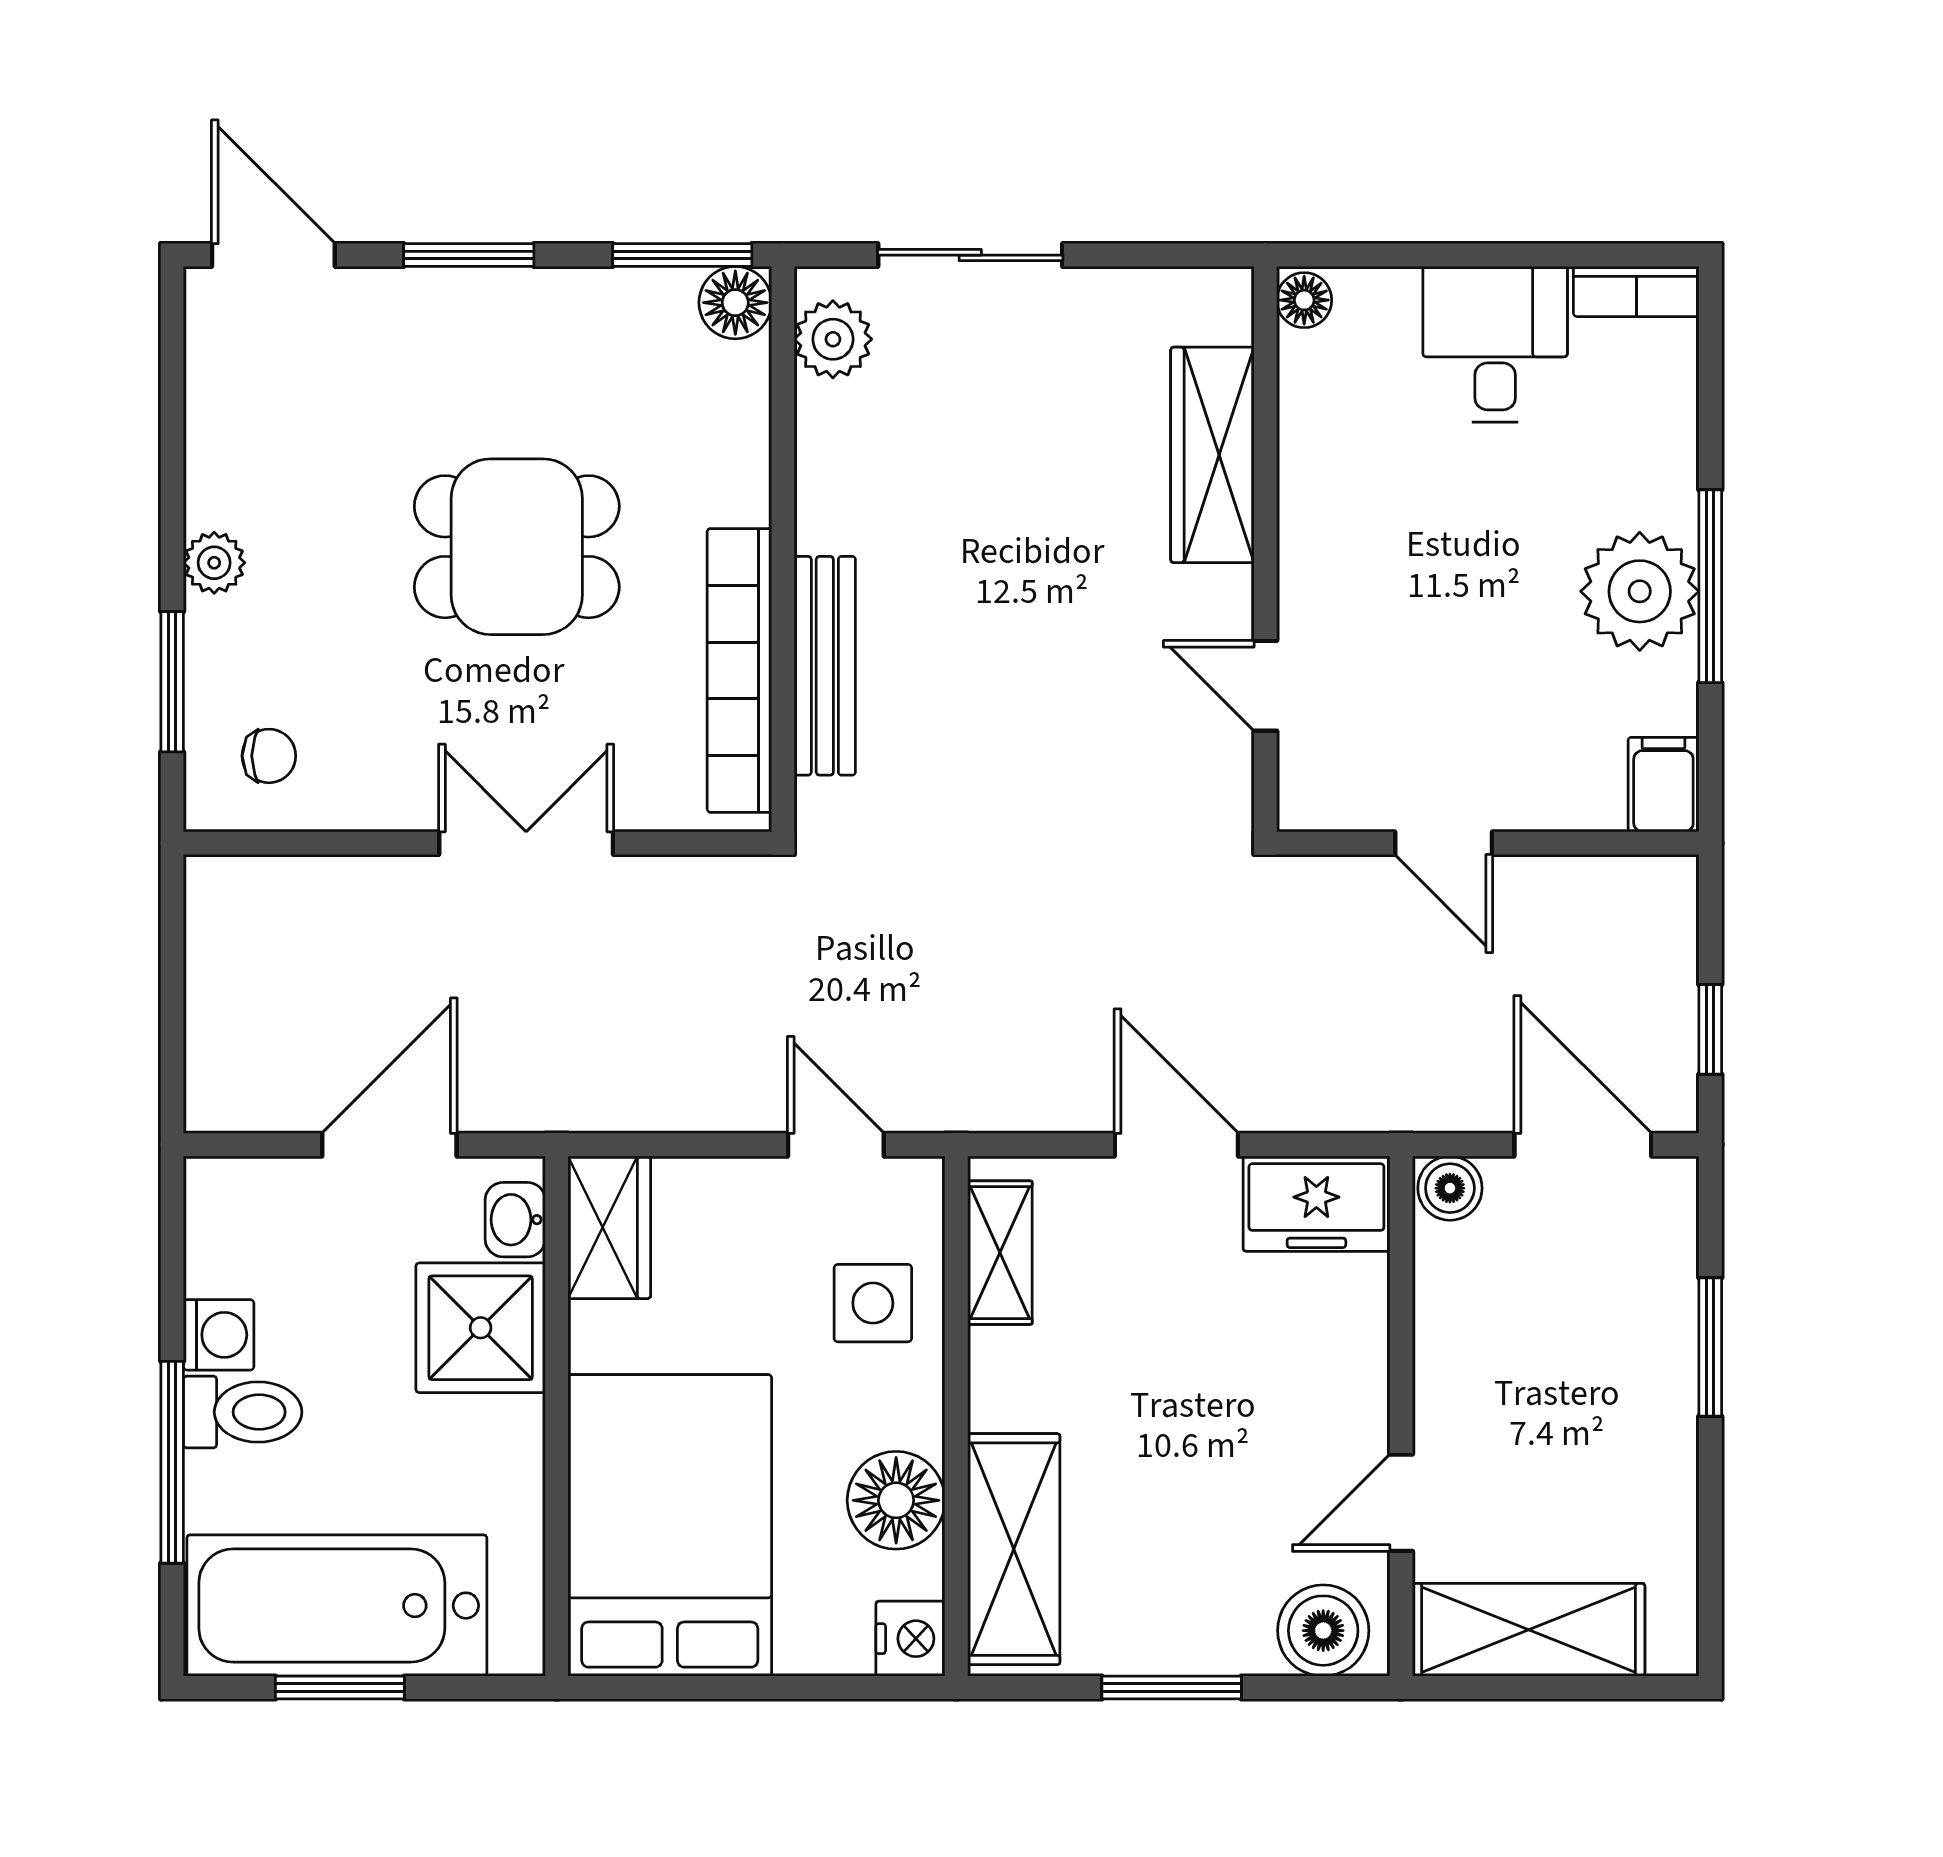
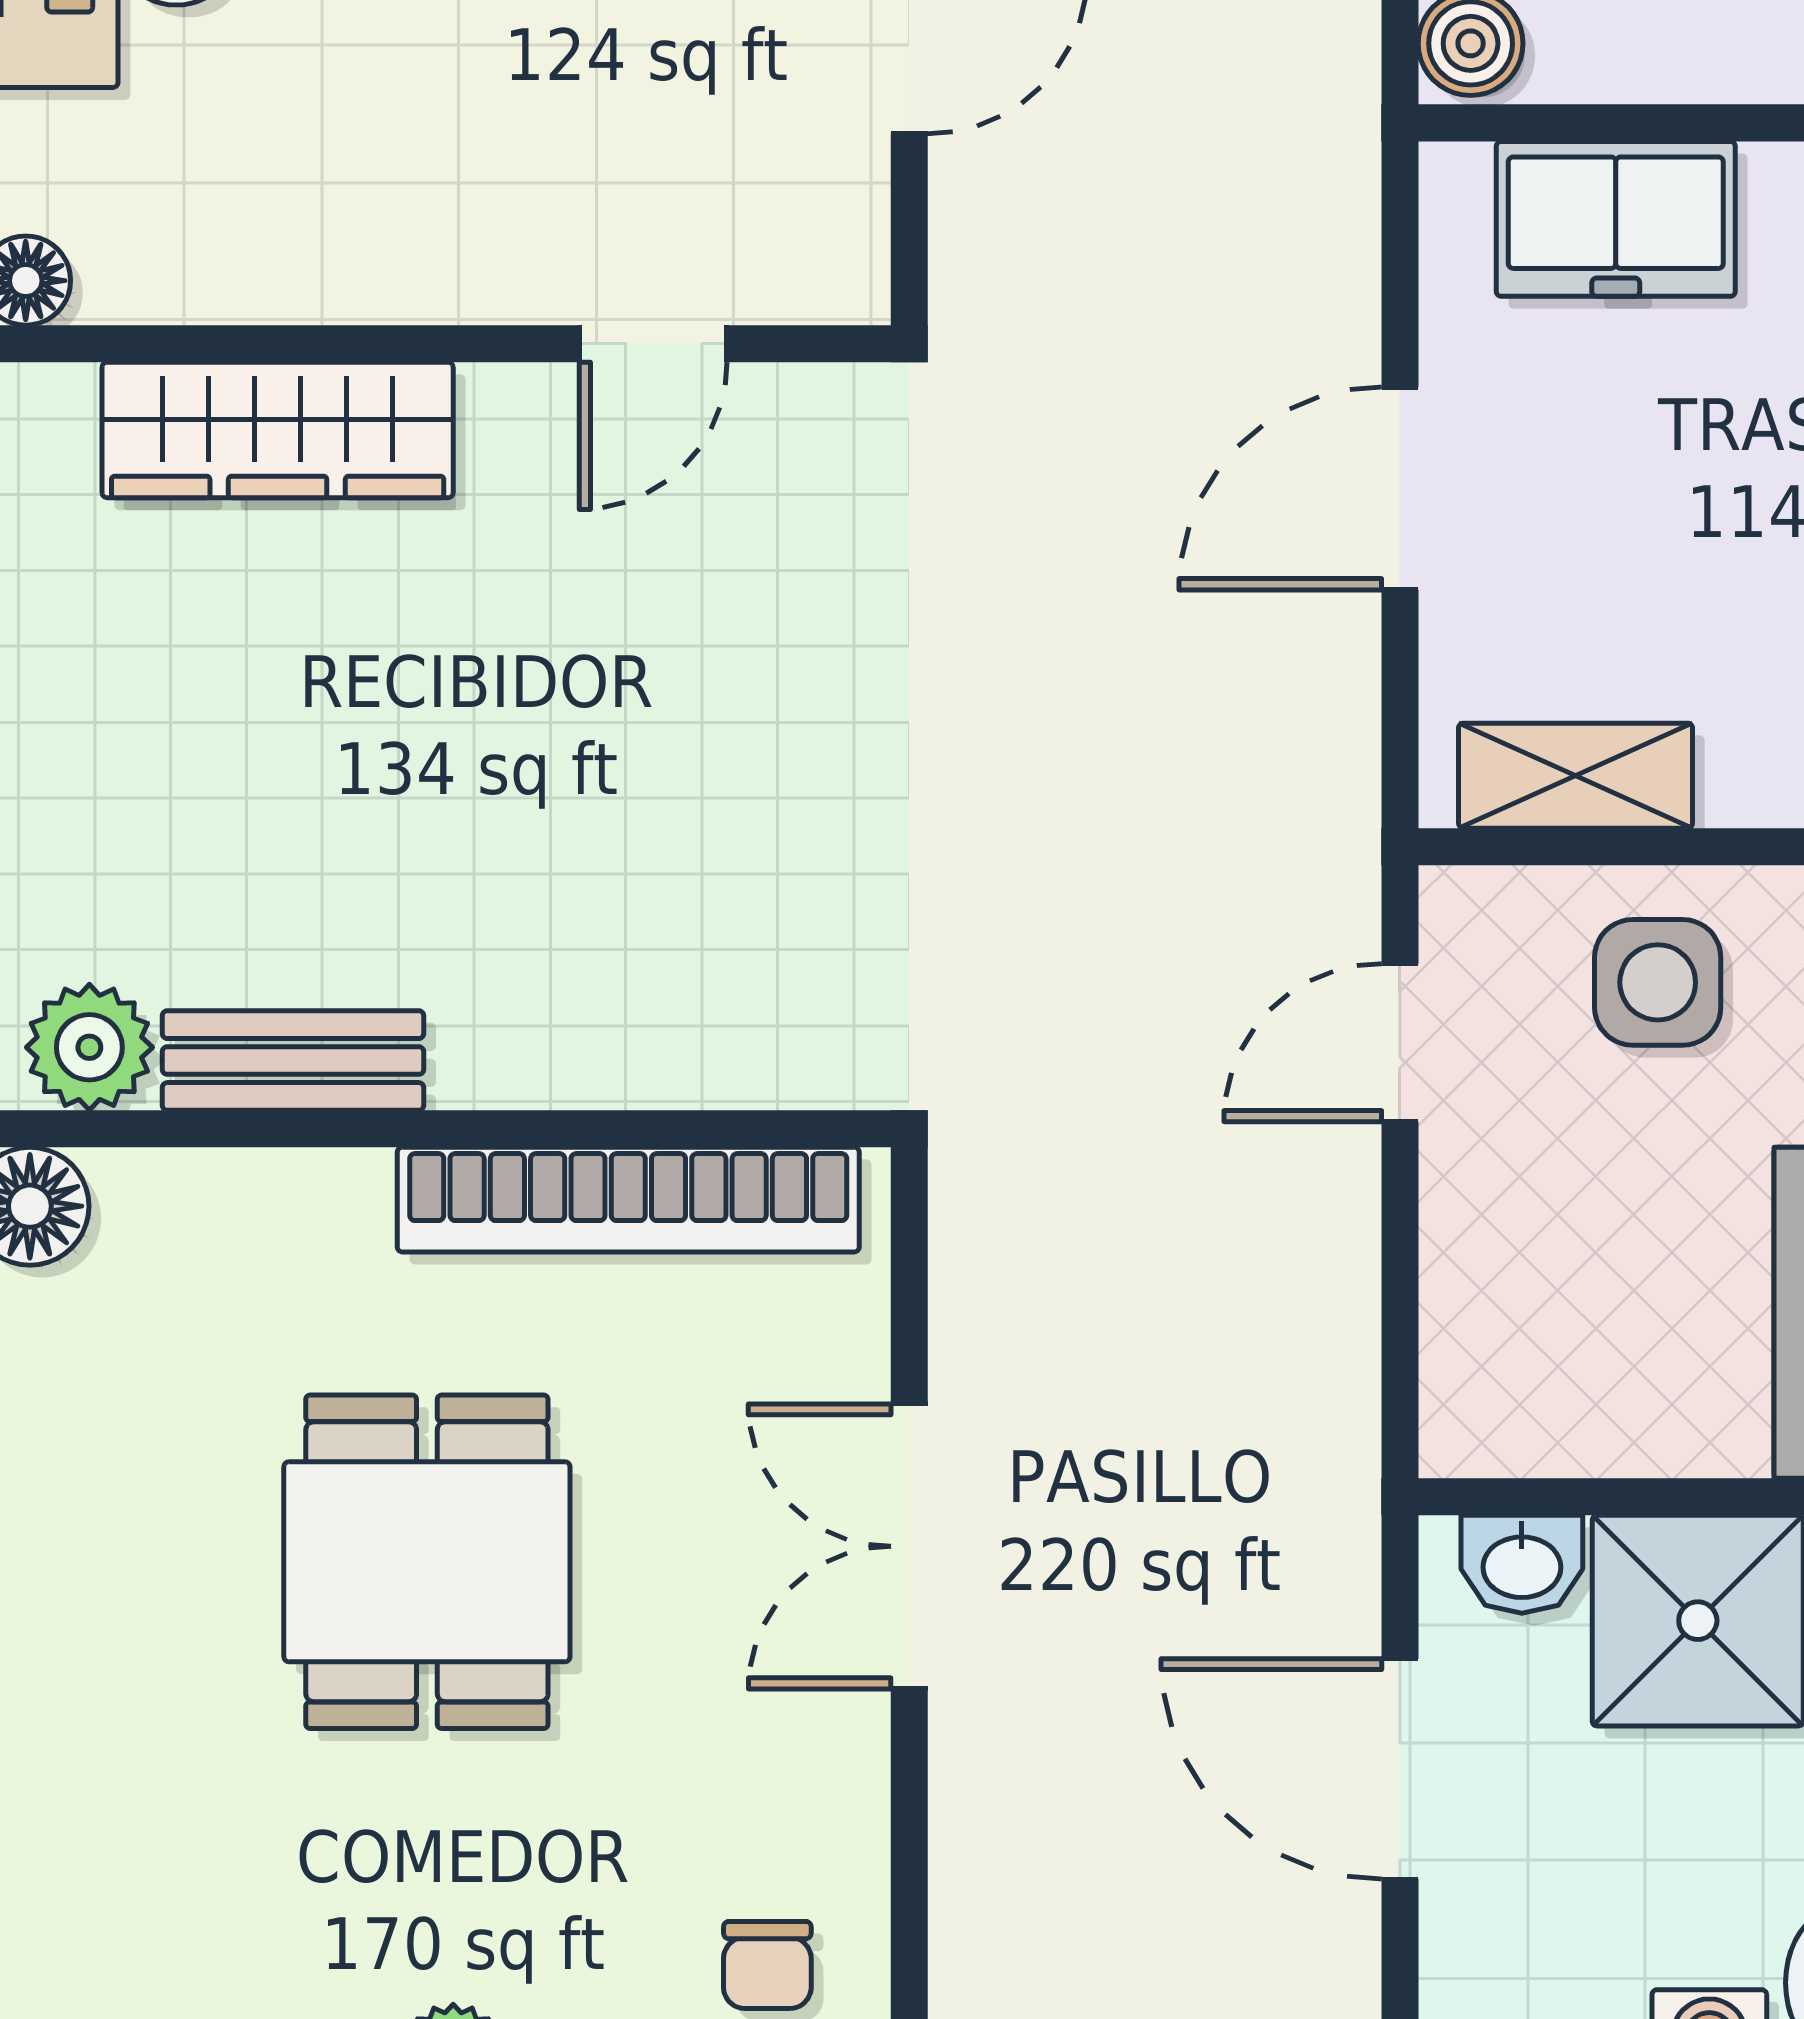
bench: (825, 666) -> (293, 1061), moved, width x0.73
chair: (269, 756) -> (767, 1965), turned 180
freezer: (1316, 1204) -> (1616, 219), moved, turned 90
wardrobe: (609, 1227) -> (1534, 1411), removed

